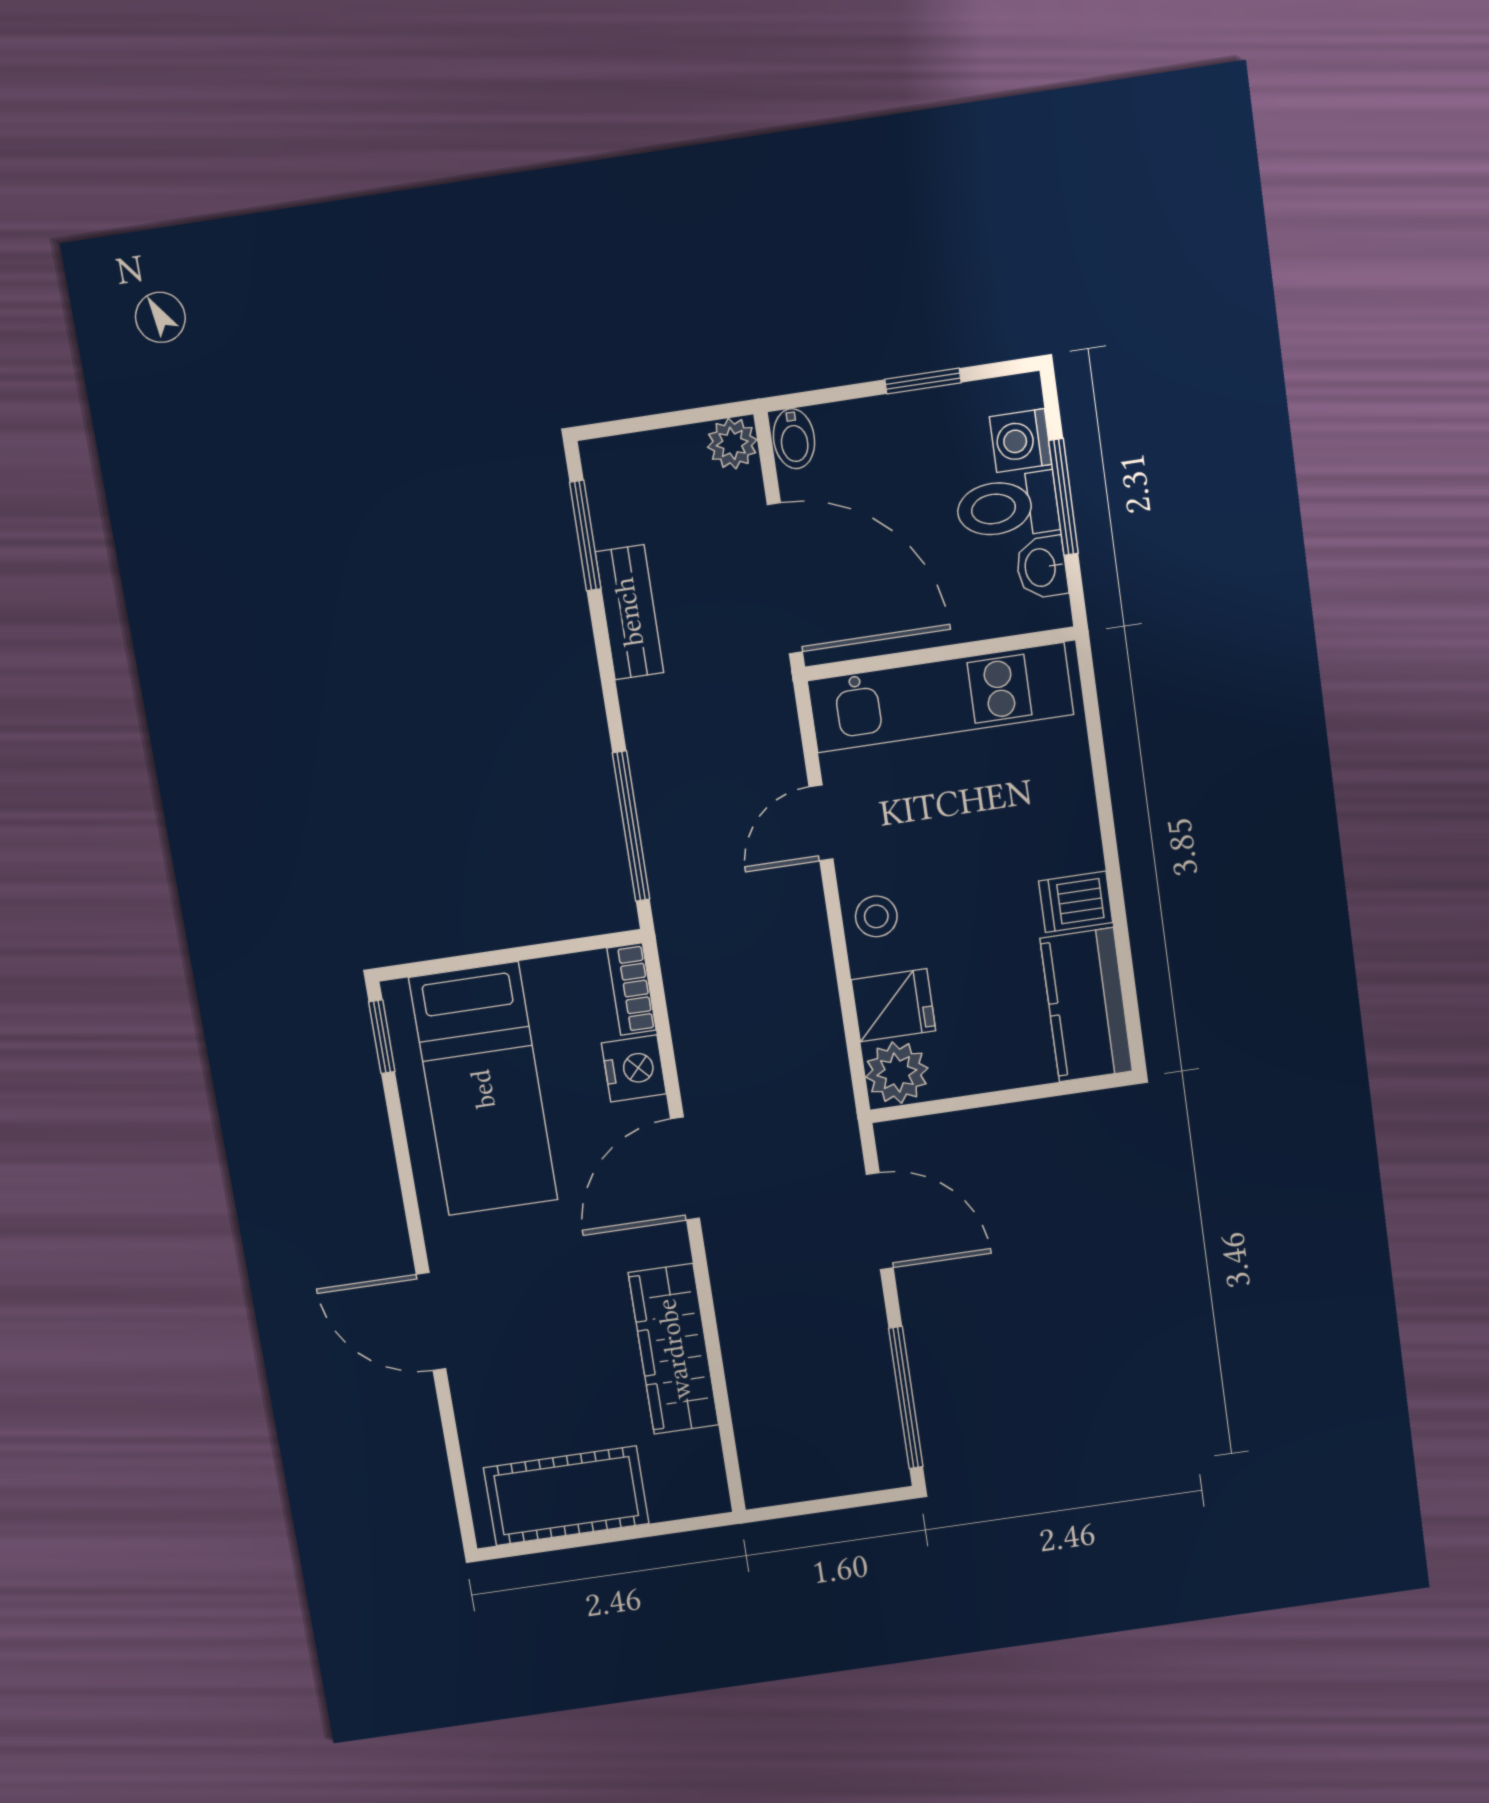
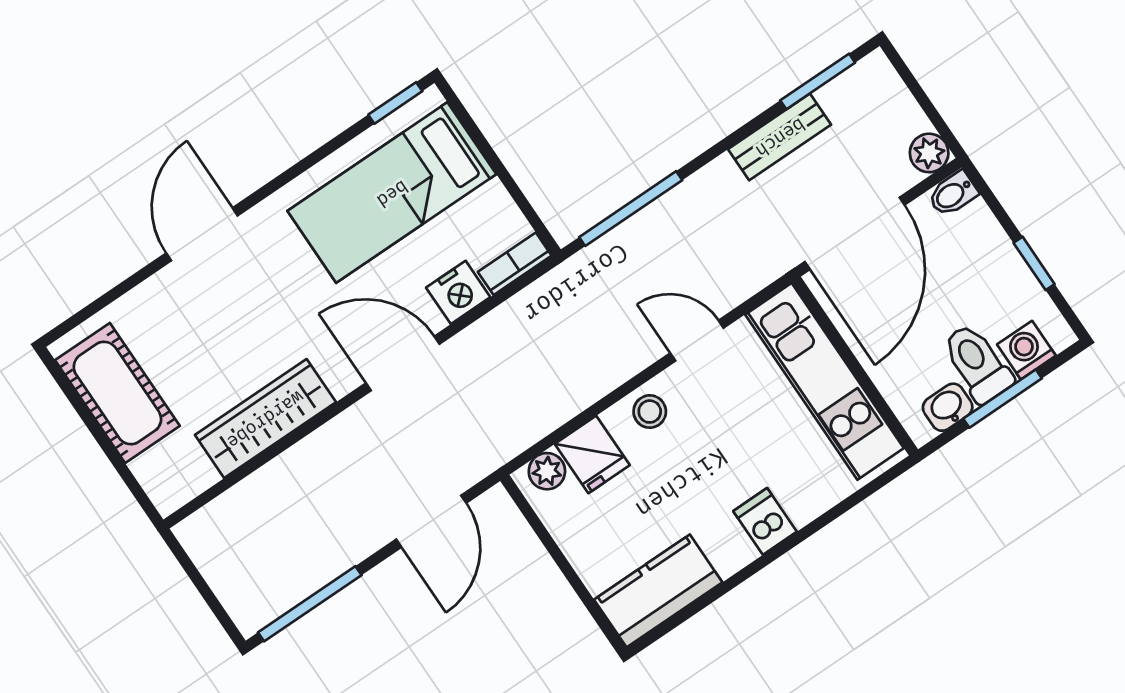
dishwasher: (1076, 902) -> (765, 521), moved
plant: (897, 1073) -> (547, 471), width x0.73, depth x0.73

